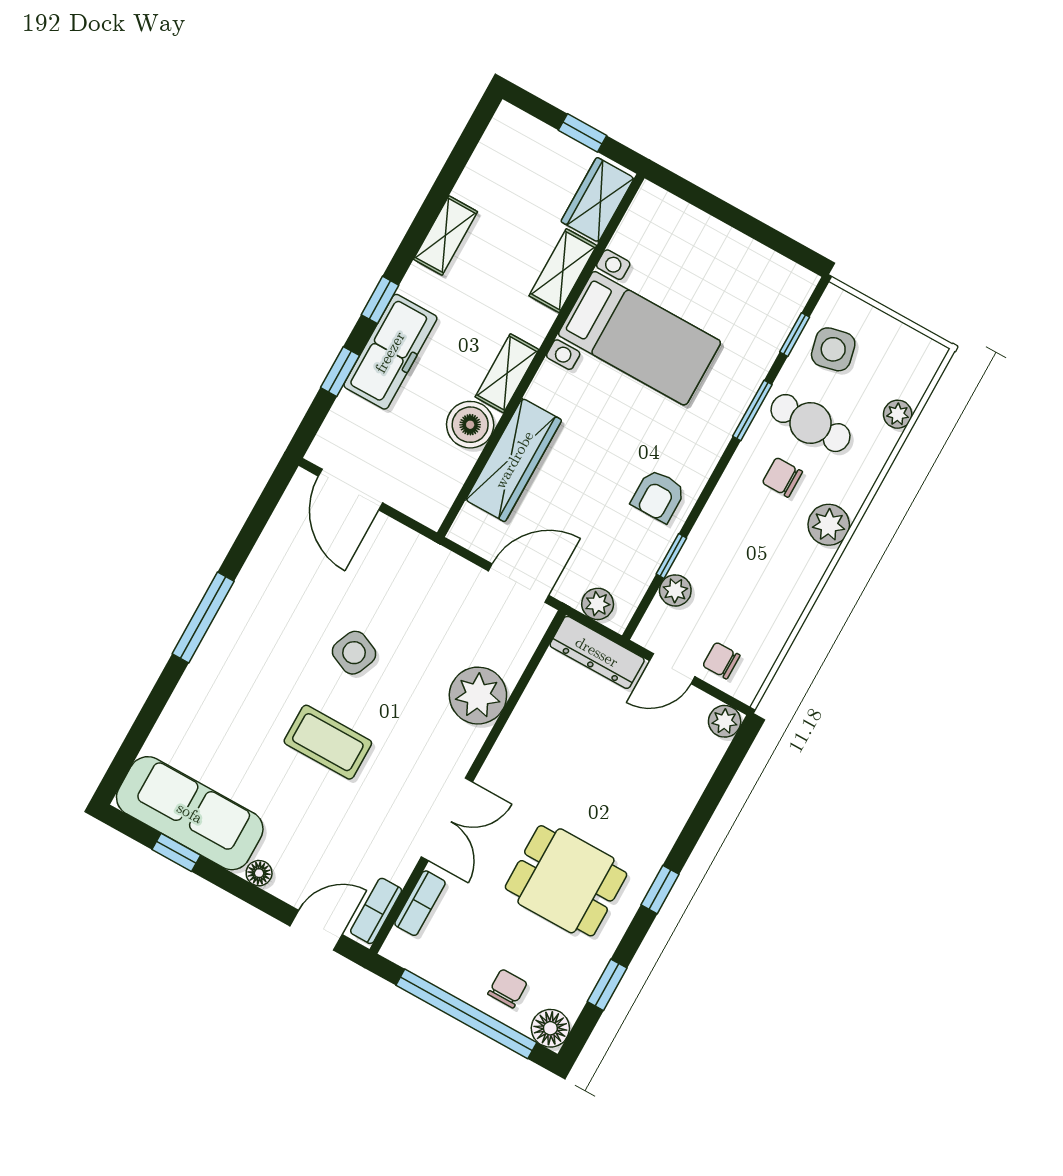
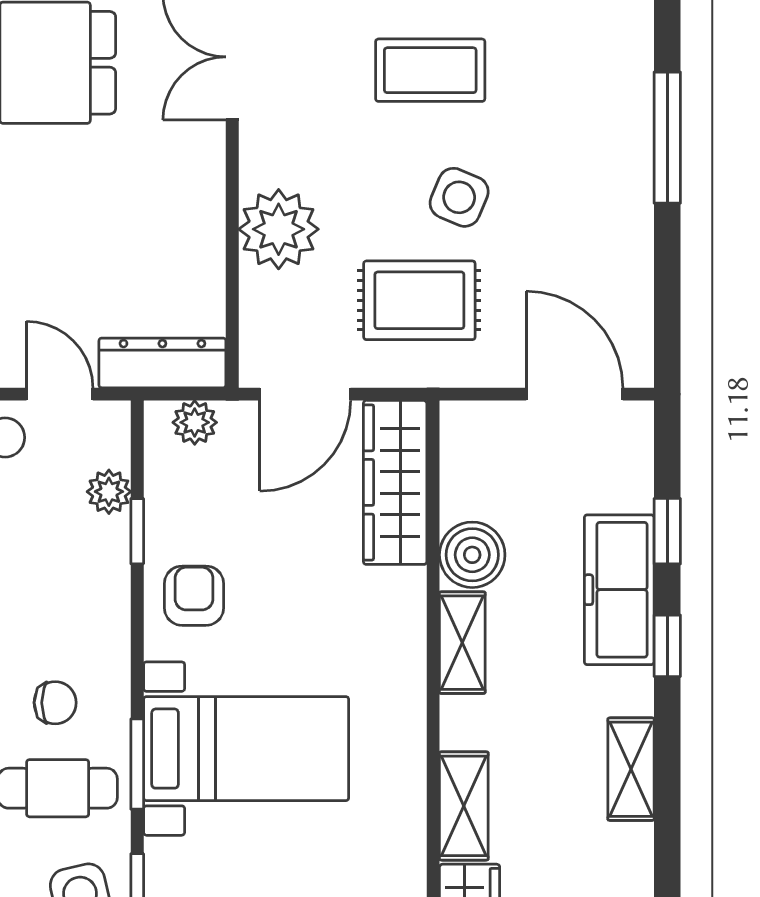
bed with nightstands: (639, 338) -> (246, 749), moved, turned 180
wardrobe: (514, 460) -> (395, 482), moved
rug: (415, 602) -> (419, 300), added
door: (672, 669) -> (60, 394), hinge flipped

